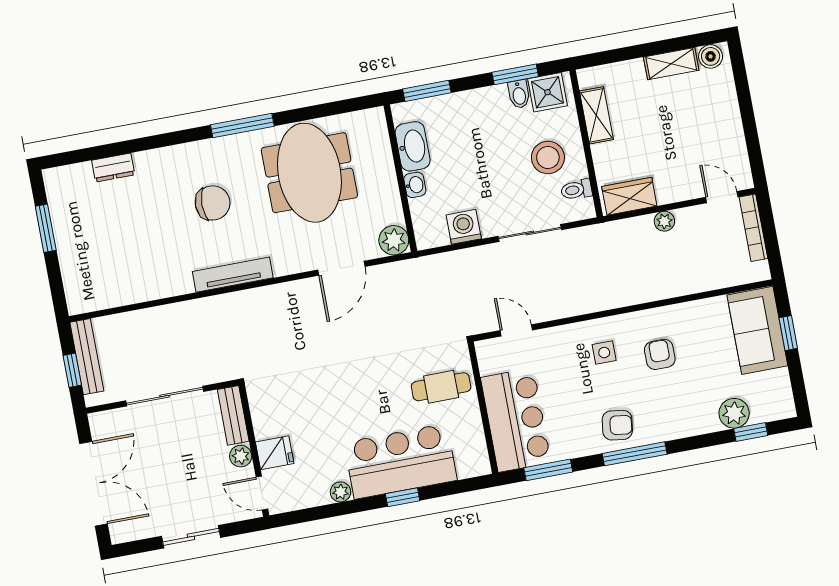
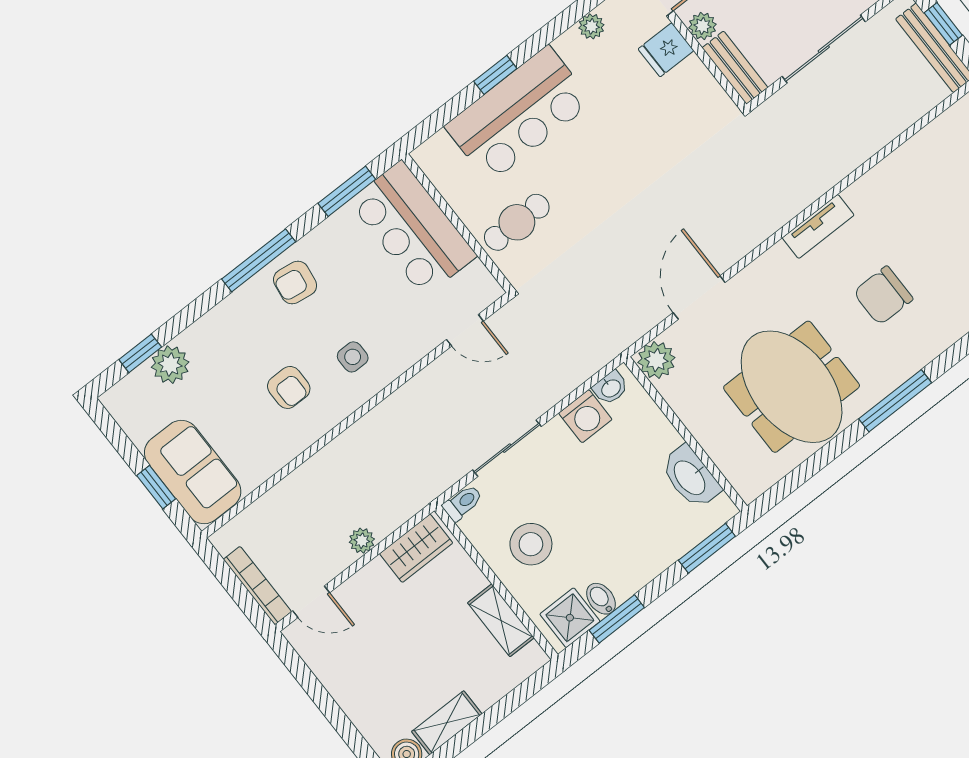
washbasin: (415, 185) -> (611, 388), moved, turned -90
toilet: (576, 190) -> (463, 503), moved
tv unit: (233, 275) -> (818, 226), width x0.71
plant: (340, 492) -> (591, 26), moved

